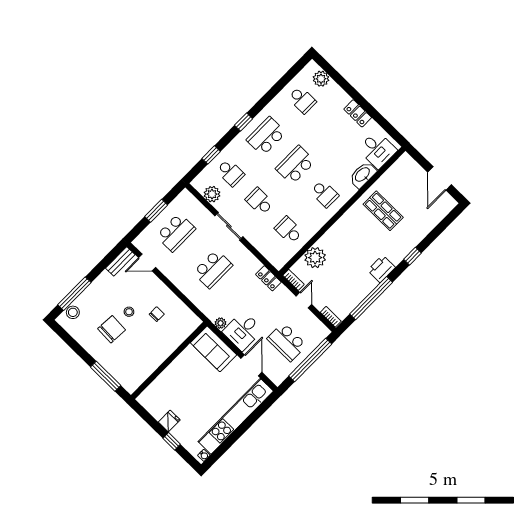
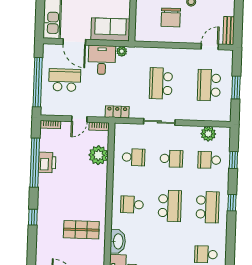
sliding door: (229, 226) -> (159, 122), moved
printer: (381, 269) -> (47, 162), moved
door: (304, 300) -> (79, 119), hinge flipped
chair: (157, 314) -> (171, 17), width x1.87, depth x1.87

